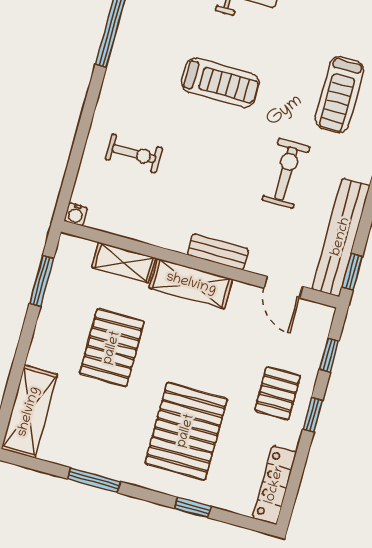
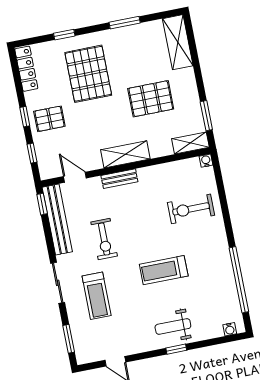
treadmill: (339, 95) -> (97, 296), turned 180
exercise bike: (134, 153) -> (191, 209), width x1.38, depth x1.39
shelving: (124, 263) -> (190, 143), moved
pallet: (112, 348) -> (151, 99), turned 90
pallet: (277, 393) -> (49, 119), turned 90

